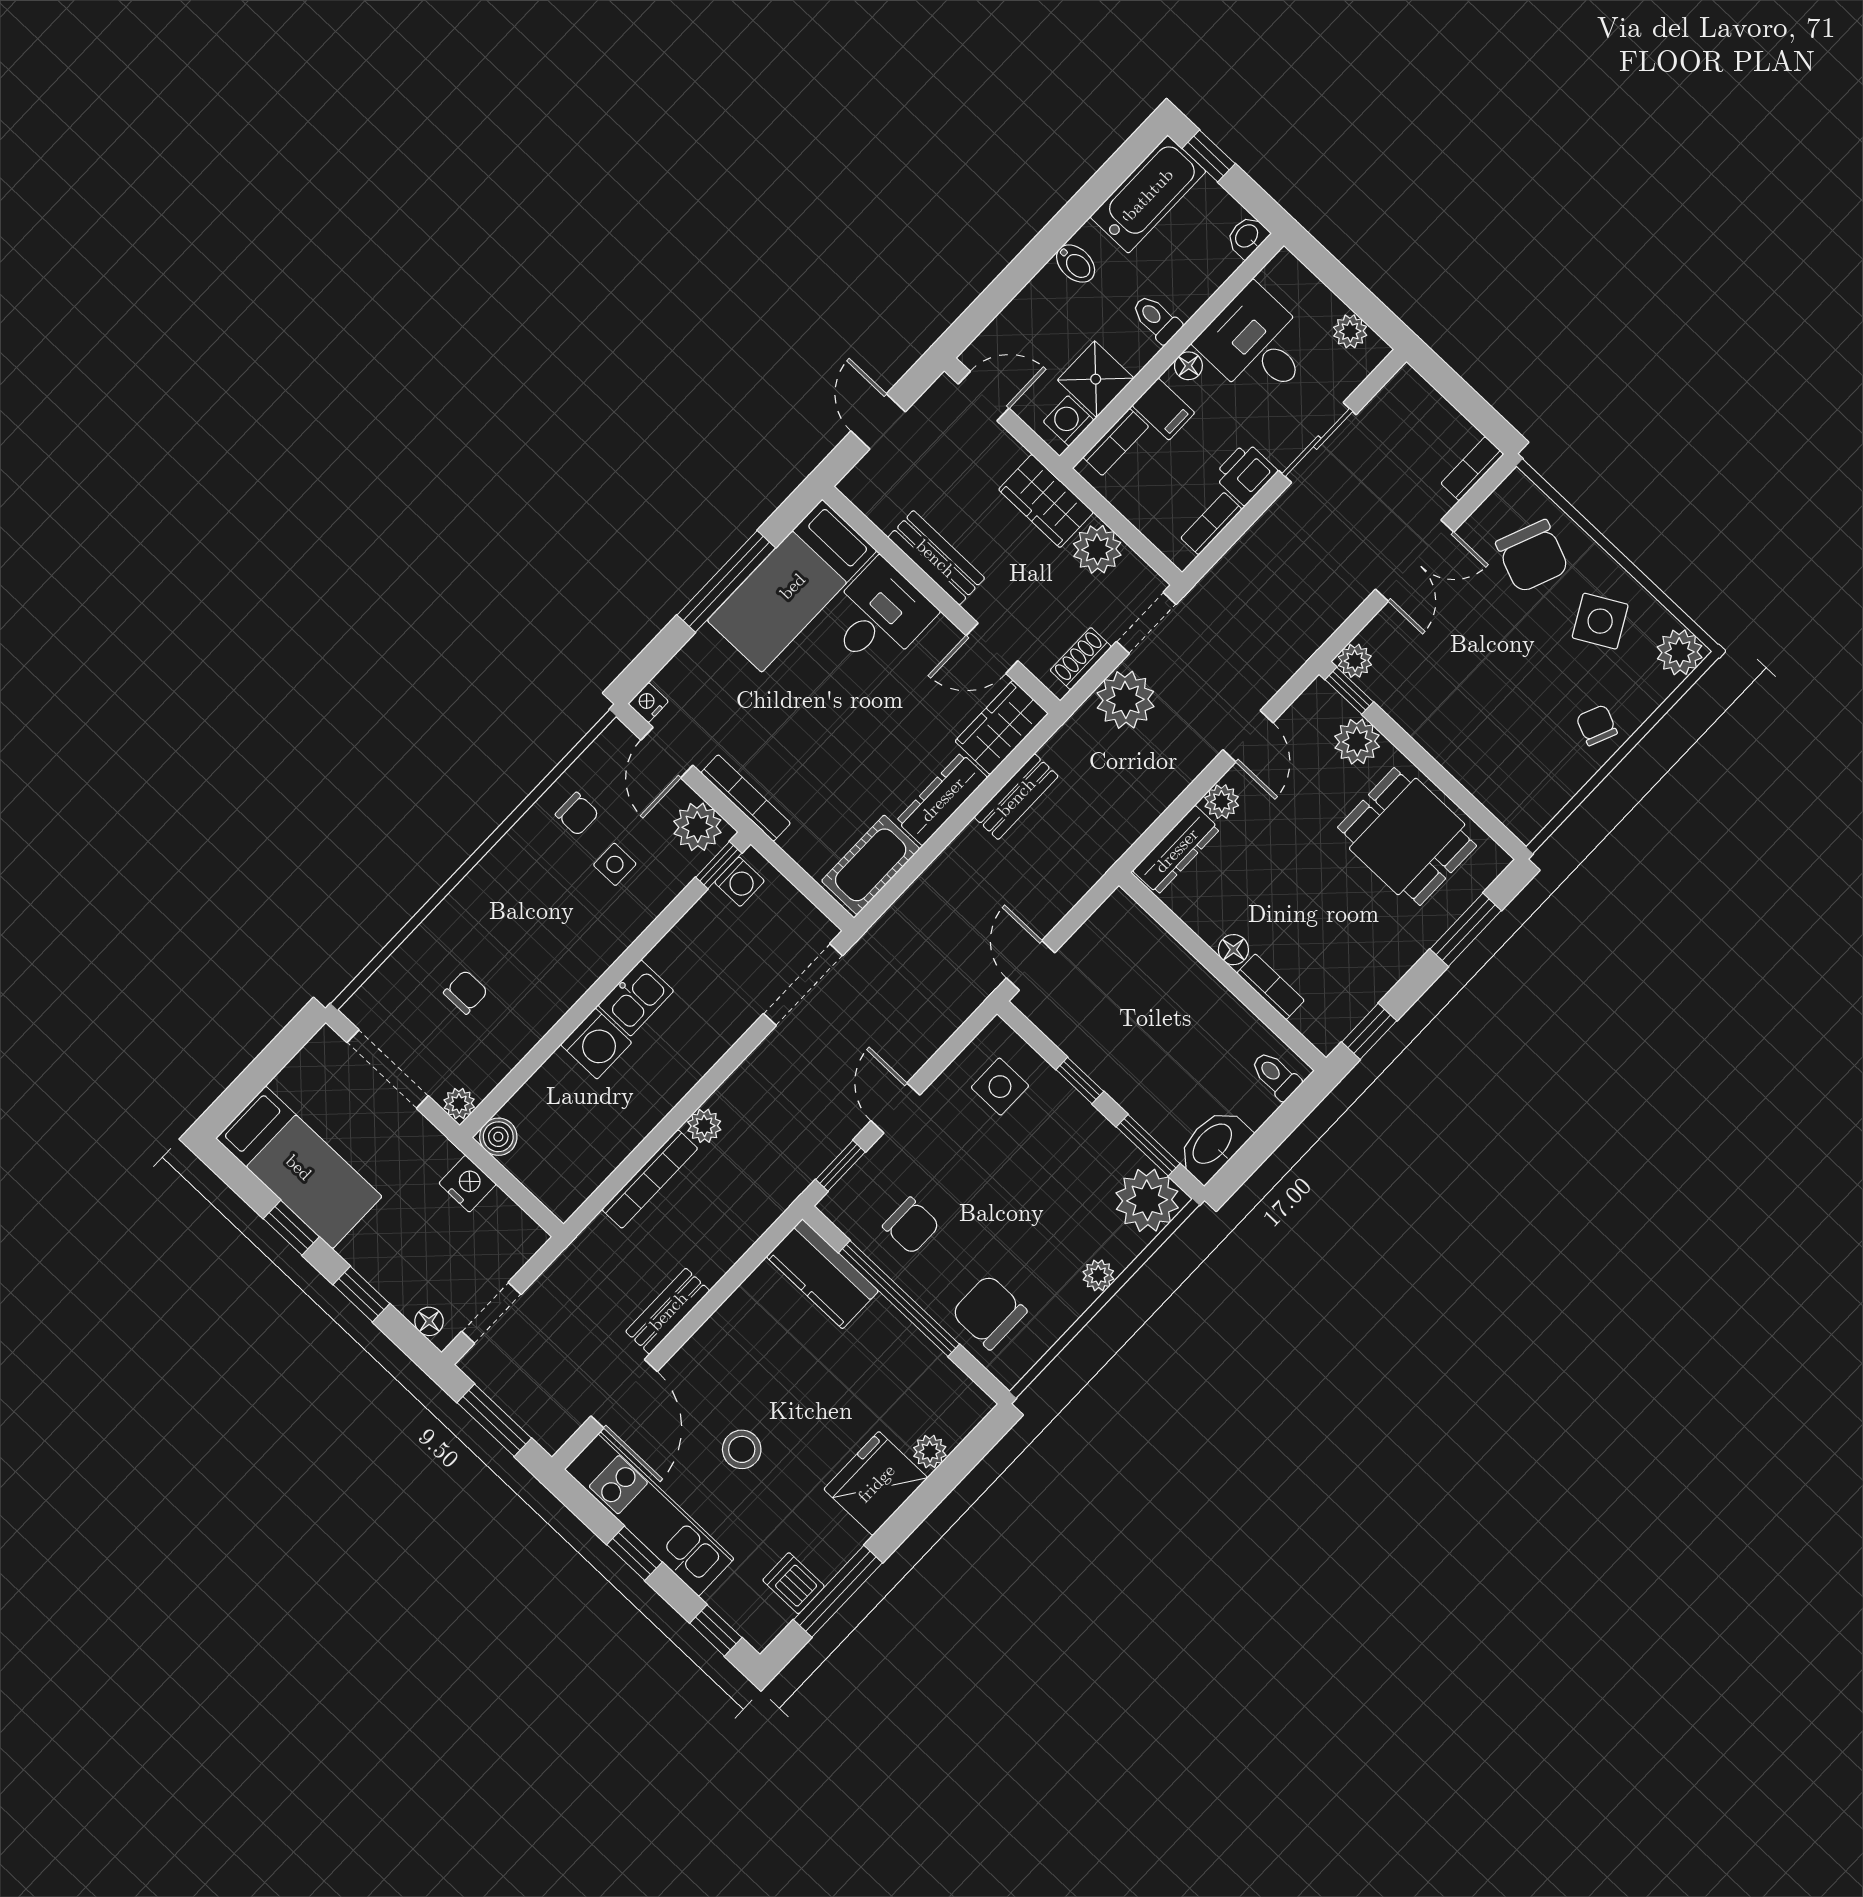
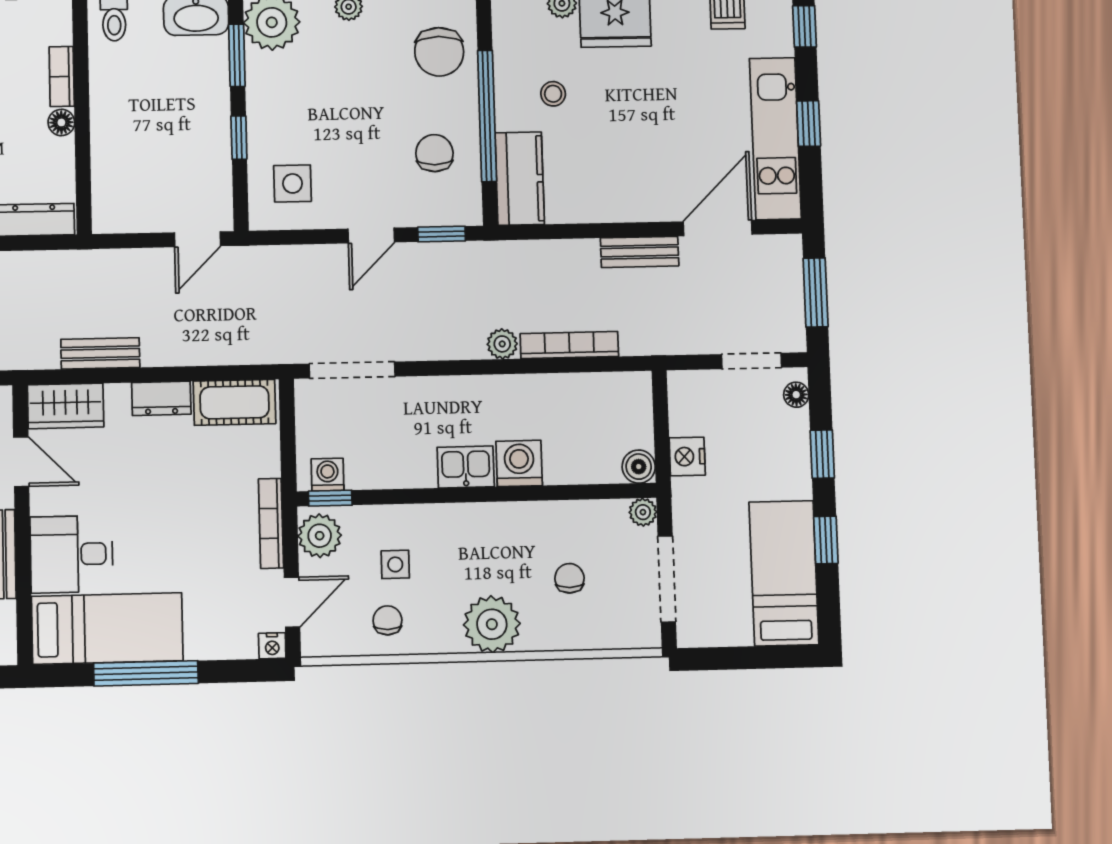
dresser: (942, 799) -> (161, 398), width x0.70
plant: (491, 894) -> (492, 624), added
chair: (466, 992) -> (570, 578), turned 90
stool: (742, 1449) -> (553, 94), moved, width x0.73, depth x0.73

